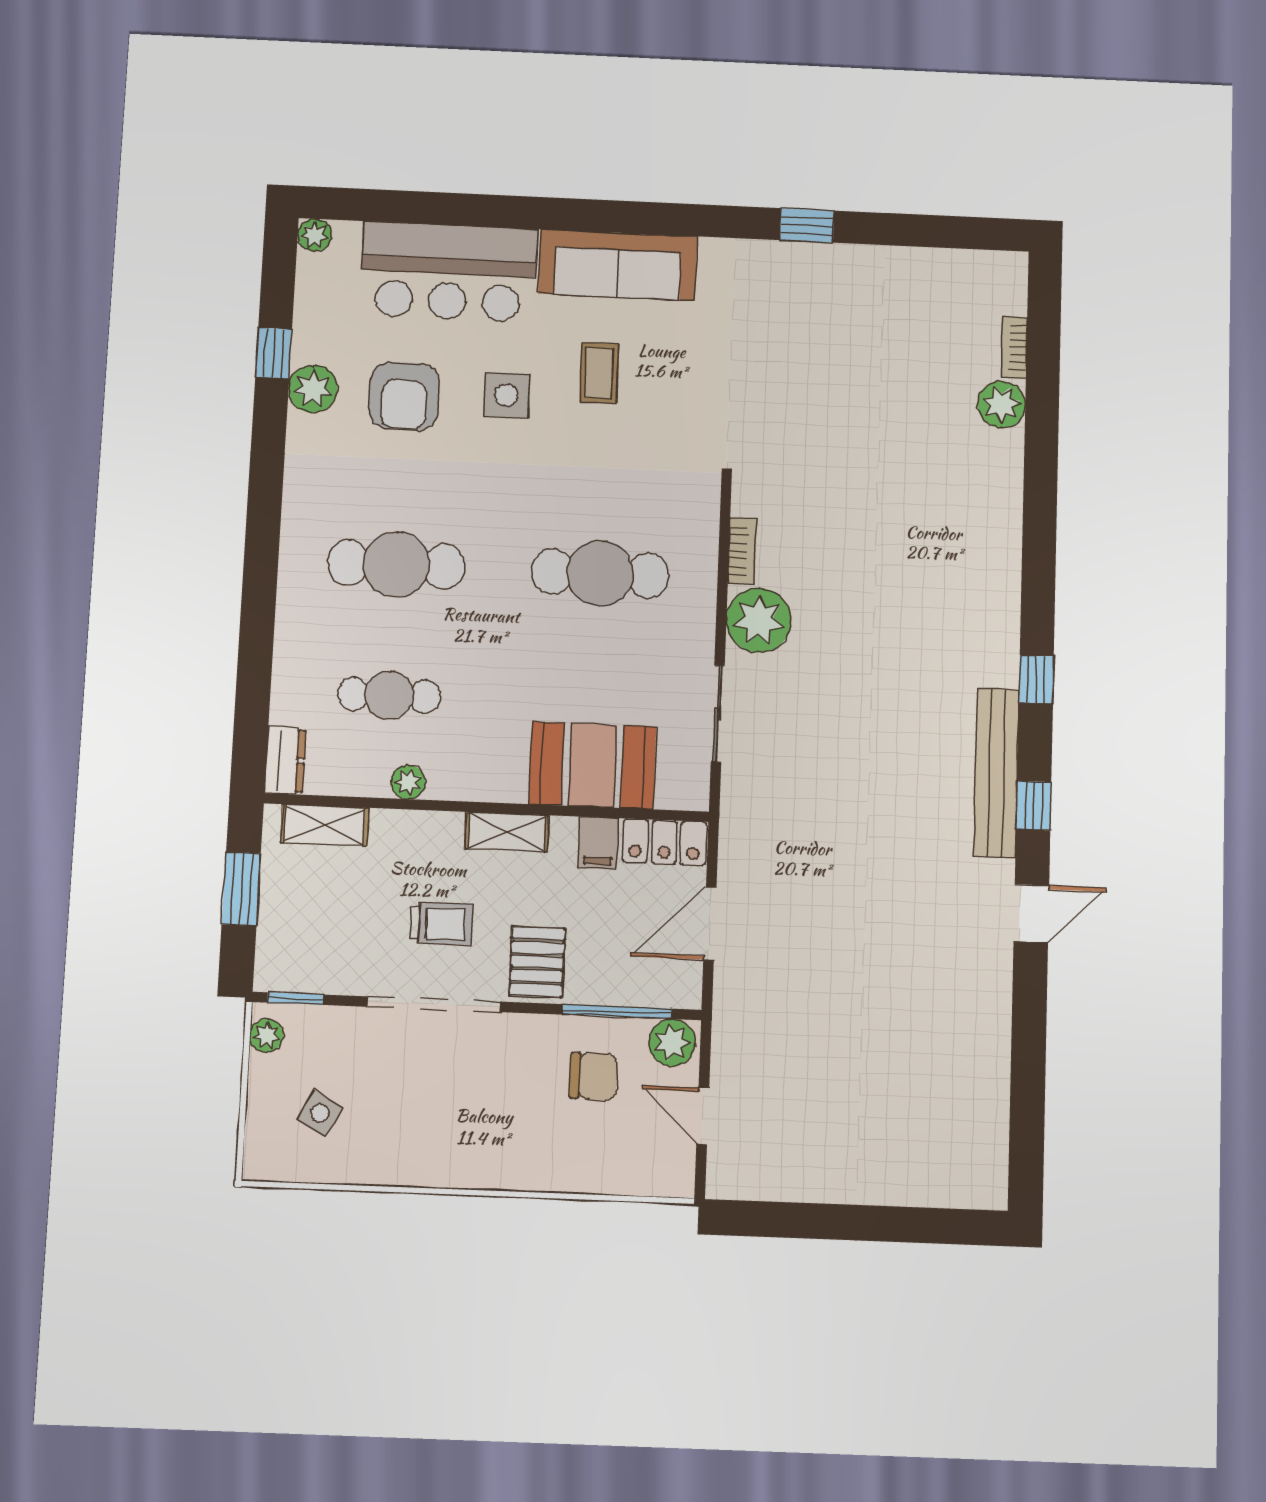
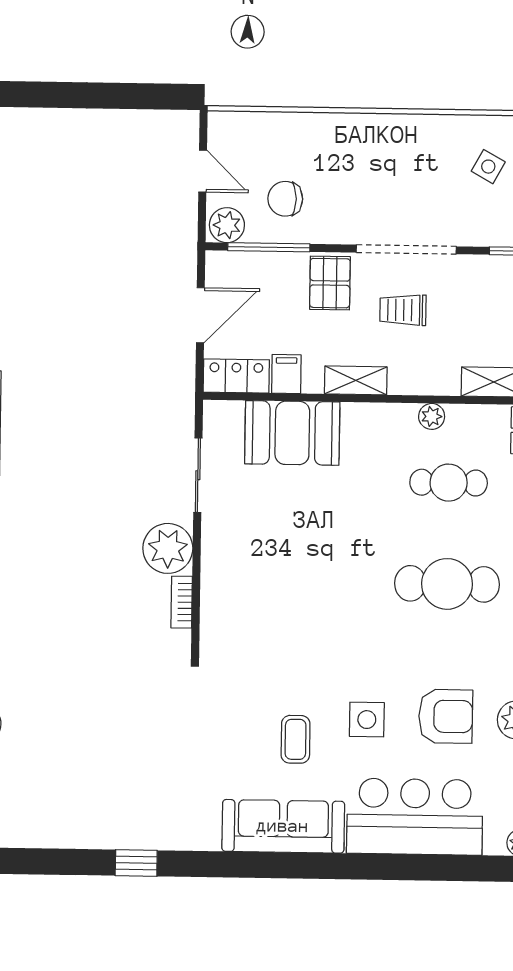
armchair: (404, 396) -> (446, 716), turned 90
cafe table: (600, 573) -> (290, 581), removed

